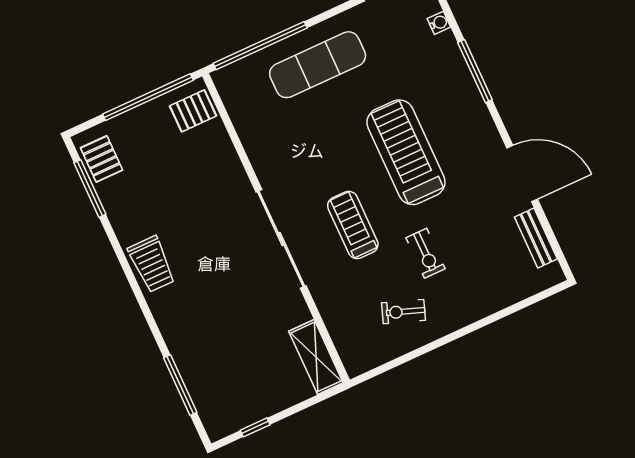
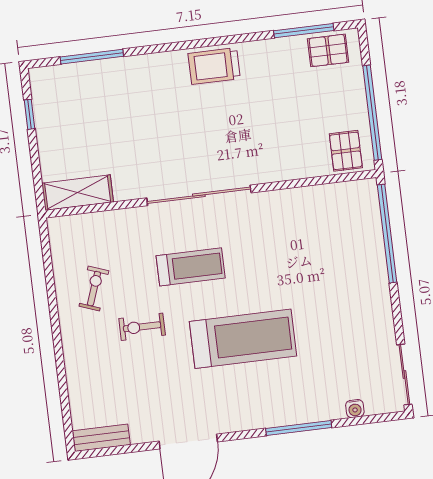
exercise mat: (318, 65) -> (352, 282), removed
bench: (536, 238) -> (101, 438), moved

